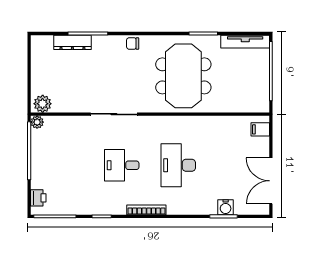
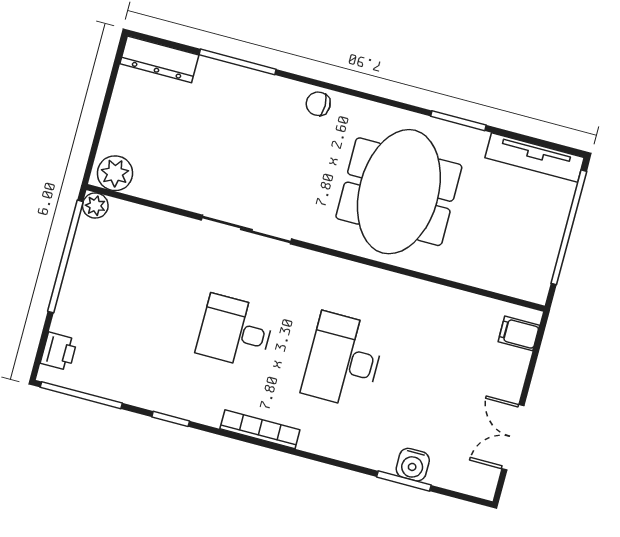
dresser: (72, 42) -> (159, 59), moved
double door: (271, 181) -> (513, 437), width x0.73

